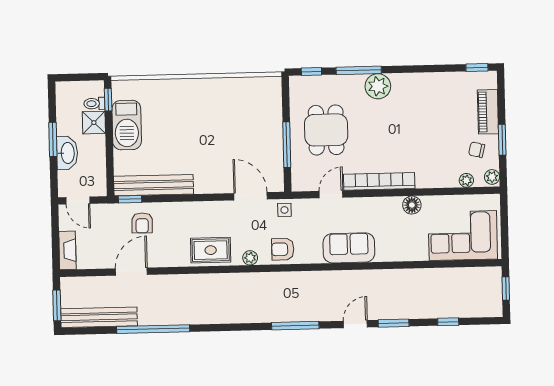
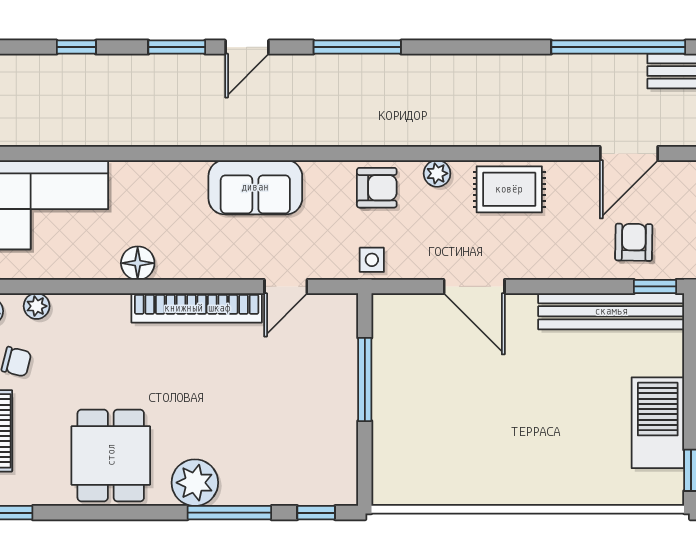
dining table: (326, 130) -> (111, 455), moved
door: (251, 196) -> (474, 286), moved
door: (131, 272) -> (629, 153), moved

